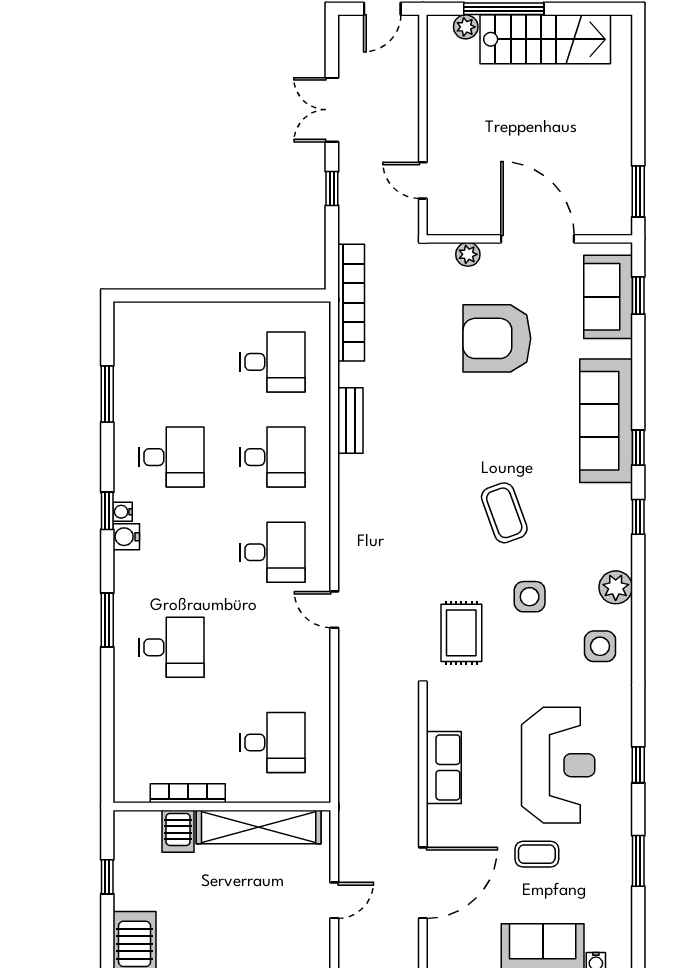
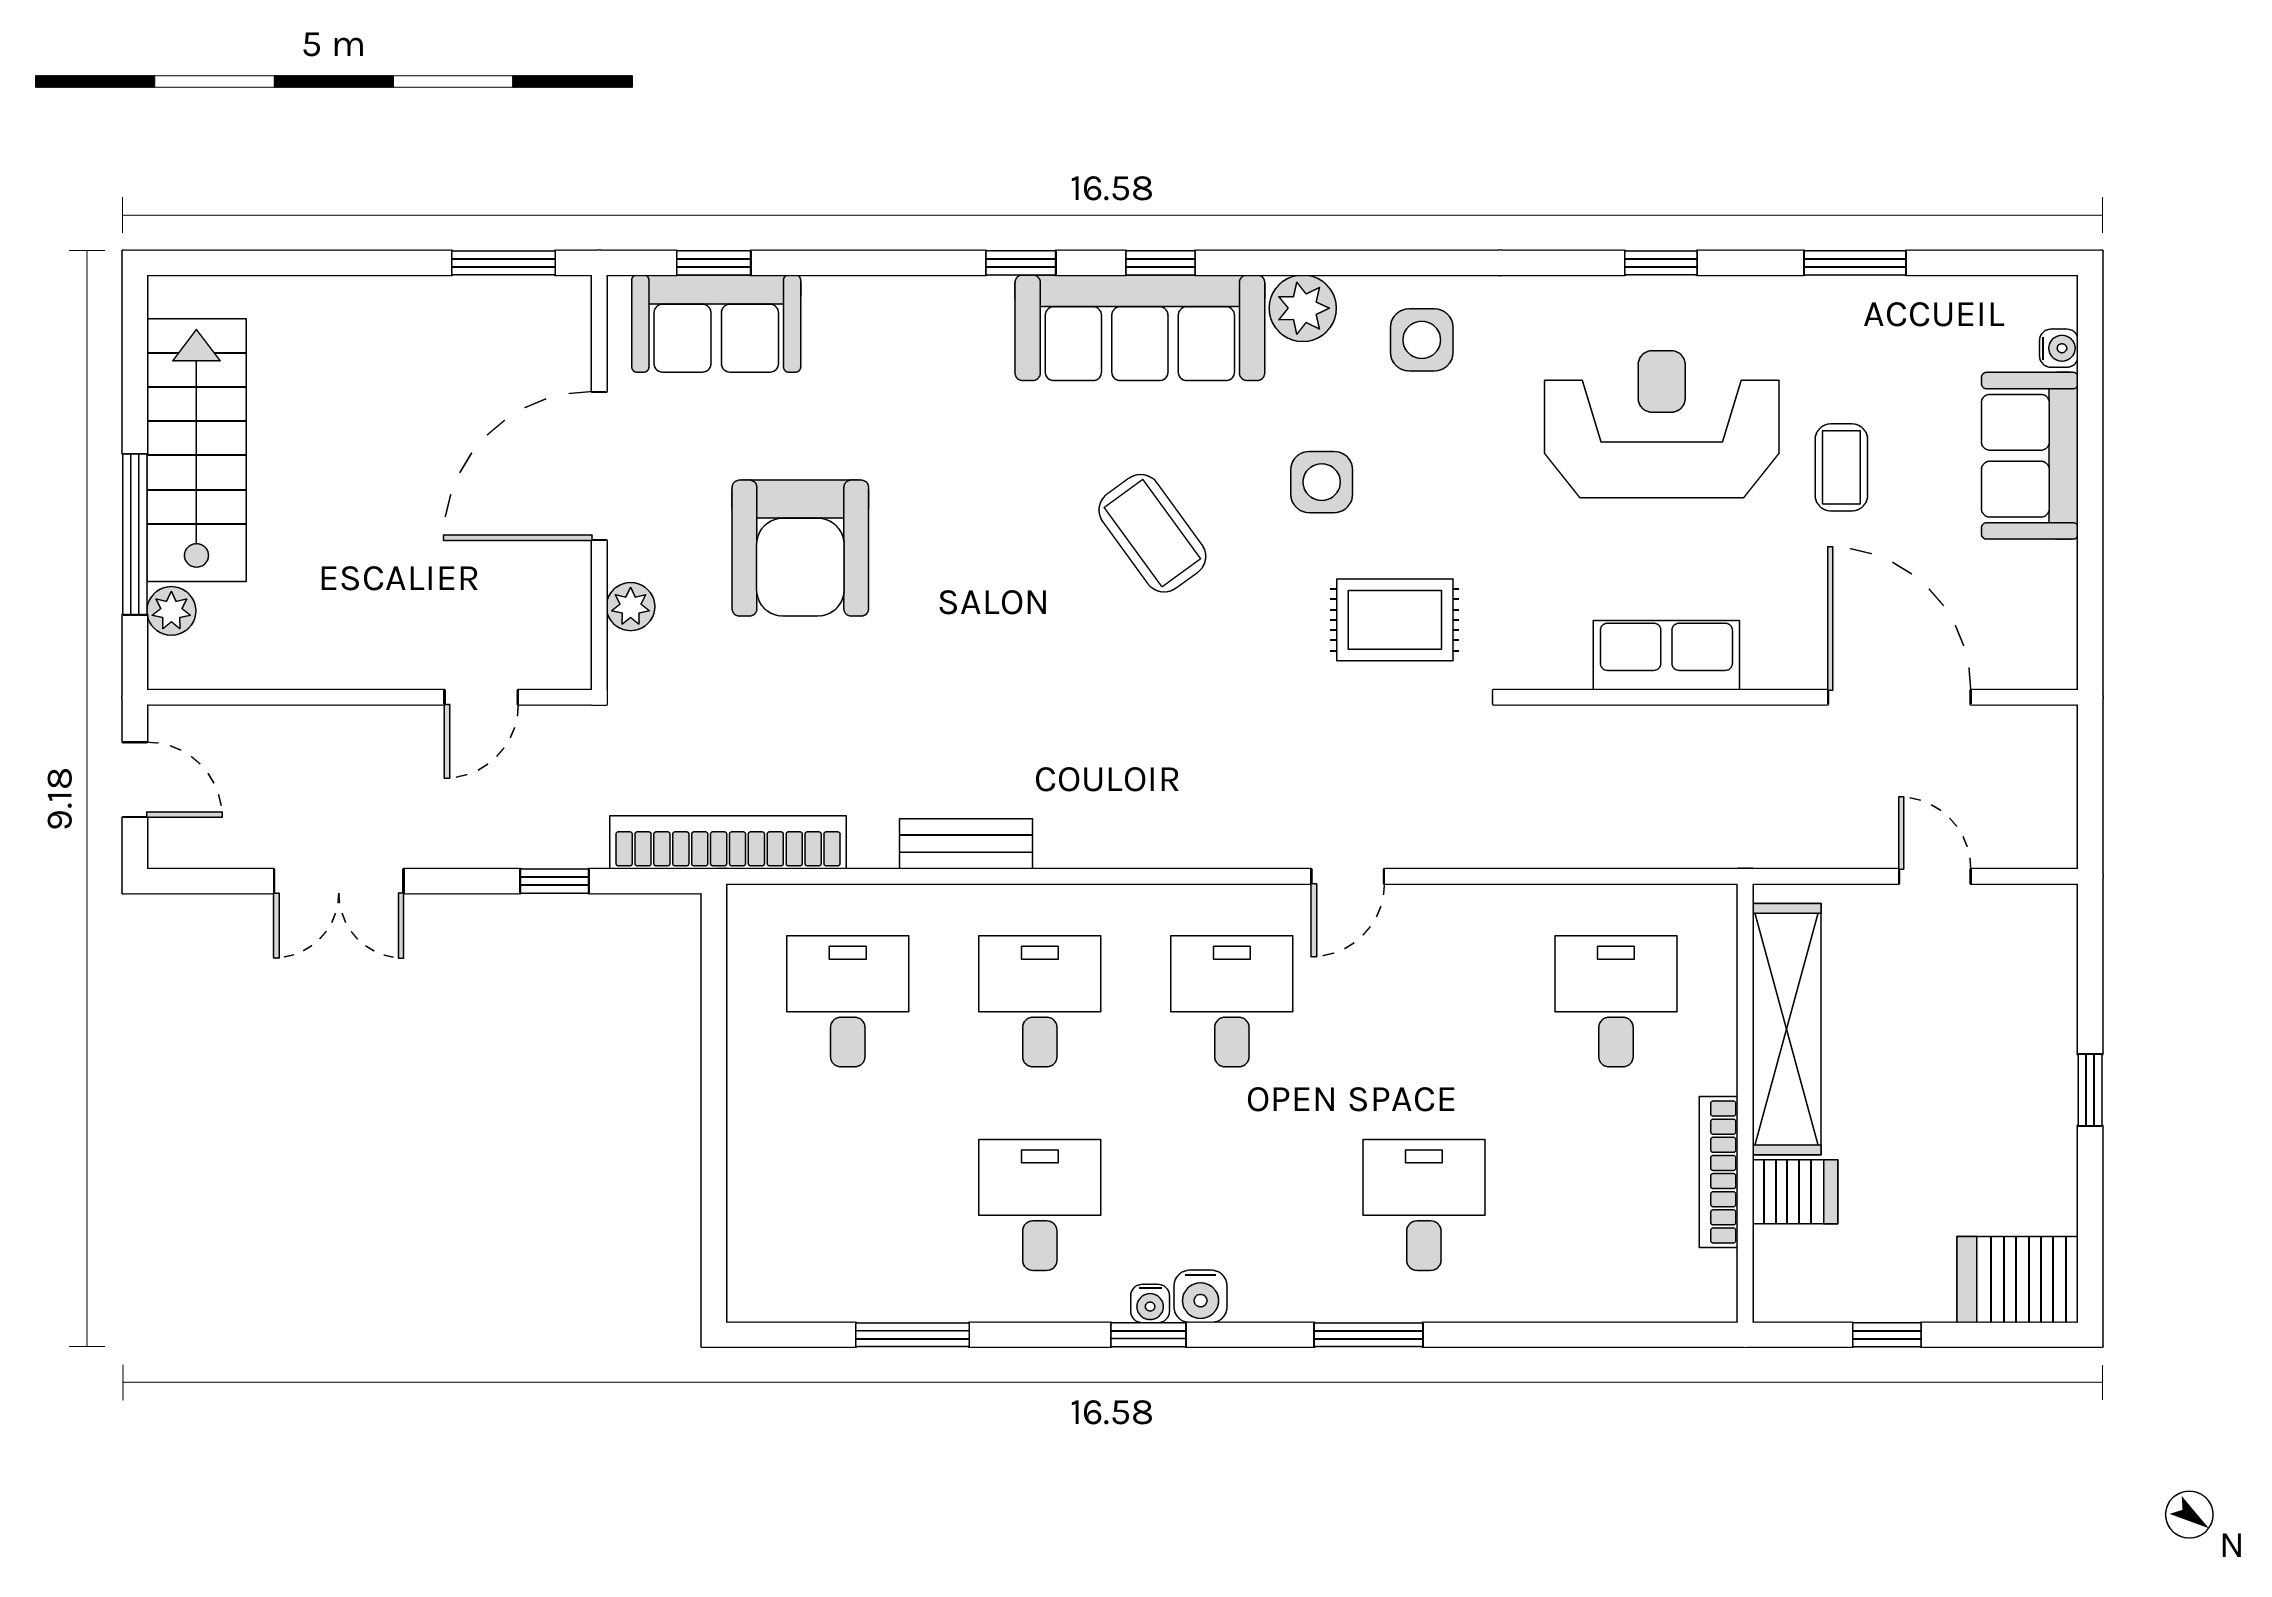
window: (332, 188) -> (554, 881), moved
sofa: (606, 421) -> (1140, 328), moved
coffee table: (504, 513) -> (1152, 533), turned 74

